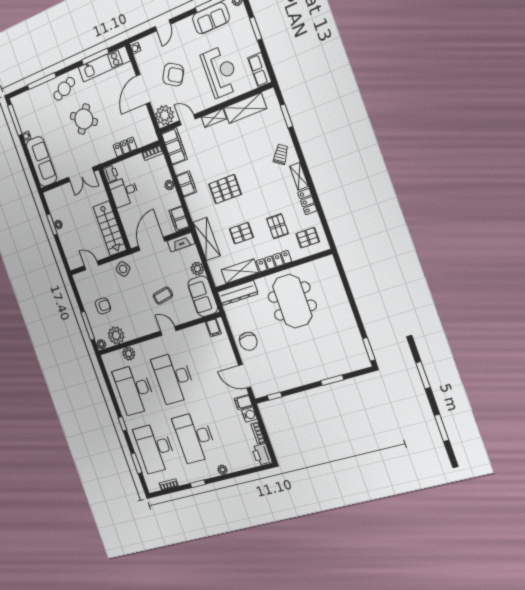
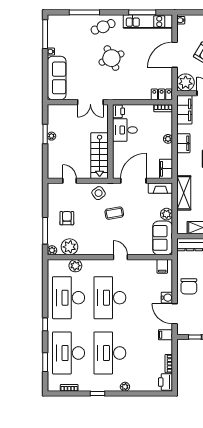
round table: (84, 119) -> (111, 58), turned 32
locker: (125, 147) -> (162, 94), moved
coffee table: (163, 296) -> (114, 213), moved
armchair: (103, 306) -> (67, 218), turned -90
water cooler: (249, 415) -> (167, 298), moved

